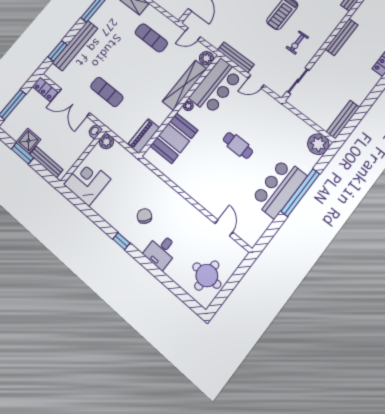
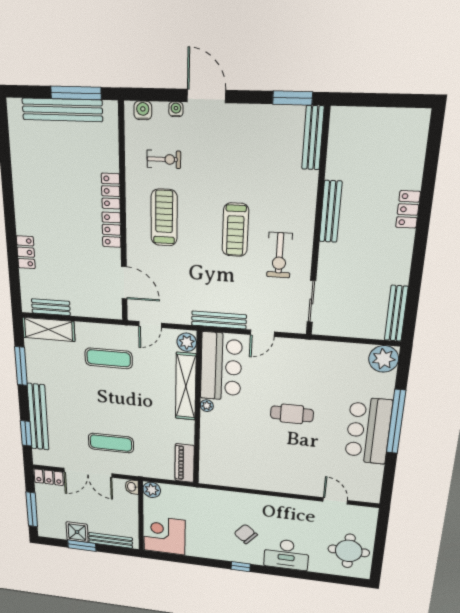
exercise bike: (297, 43) -> (279, 255), width x1.38, depth x1.39
booth: (174, 138) -> (217, 447), removed
desk: (161, 251) -> (286, 554), width x1.37

